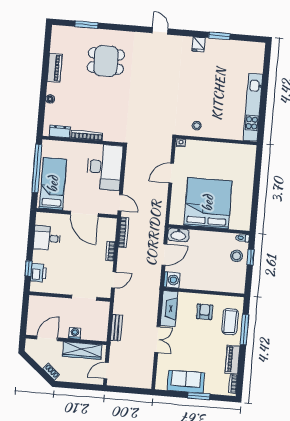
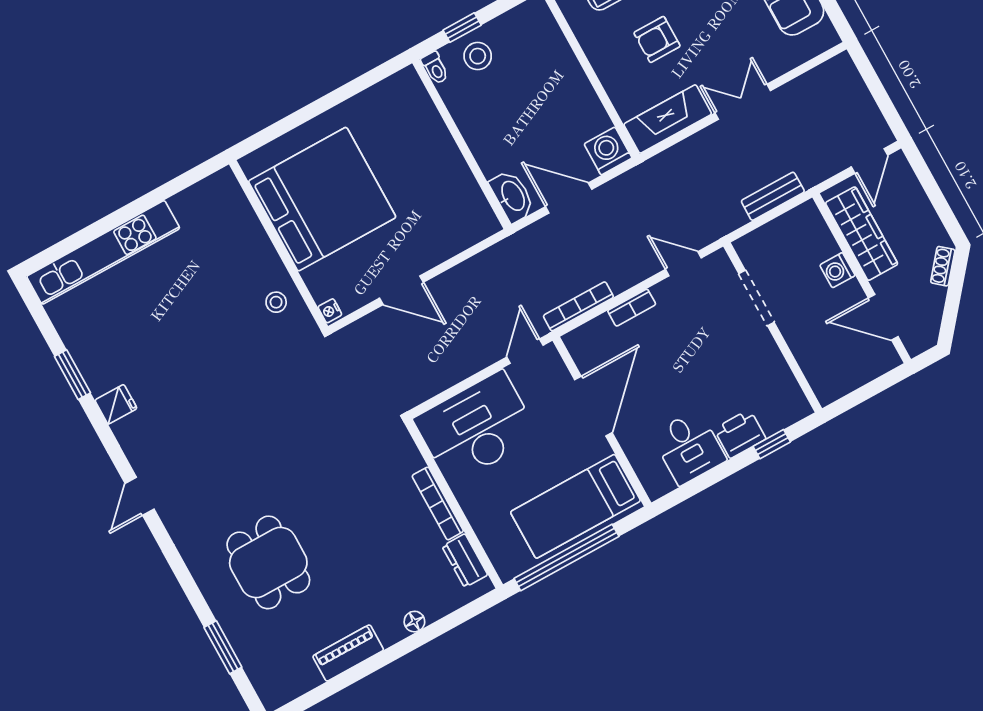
kitchen unit: (253, 107) -> (103, 252), moved
bed: (208, 203) -> (322, 199), moved, turned 180
printer: (39, 273) -> (740, 434), moved
armchair: (205, 312) -> (657, 39), moved
door: (106, 371) -> (869, 161), hinge flipped

